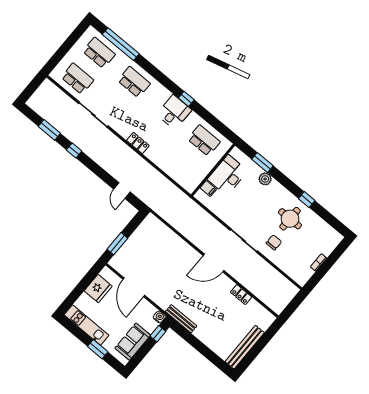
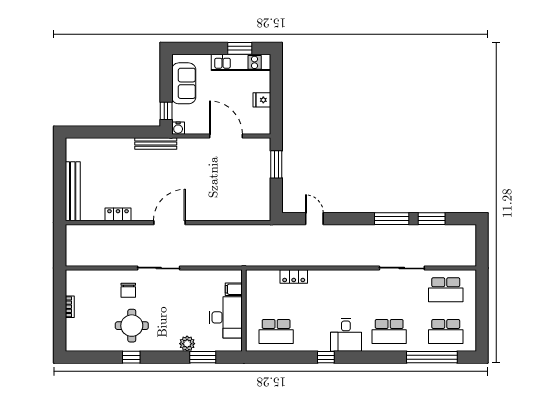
desk: (174, 112) -> (346, 335), moved
locker: (138, 143) -> (294, 277), moved
window: (74, 151) -> (392, 219), width x2.17
fridge: (98, 289) -> (262, 100), width x0.53, depth x0.75
bench: (245, 347) -> (73, 191), moved
window: (98, 349) -> (240, 48), moved

